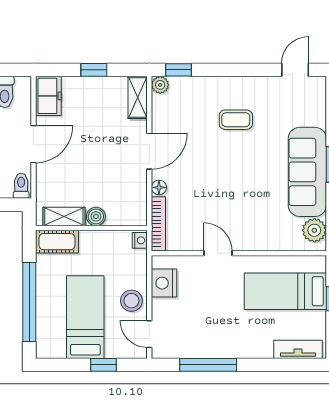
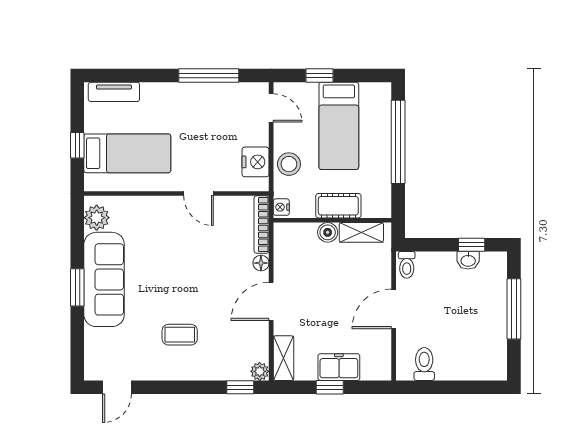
freezer: (48, 96) -> (339, 367), moved, turned 90
cot: (57, 242) -> (338, 206), moved
stool: (131, 301) -> (289, 164), moved

